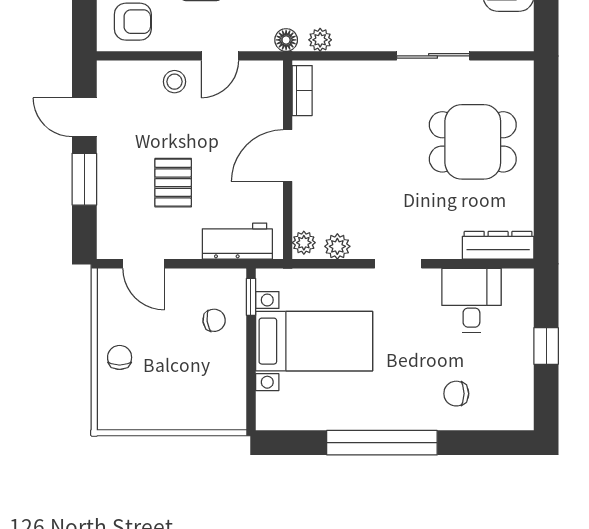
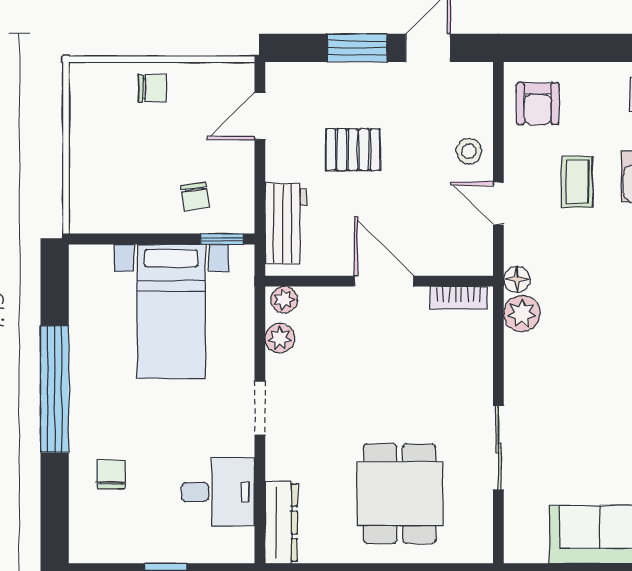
plant: (320, 40) -> (522, 313), width x1.38, depth x1.38

